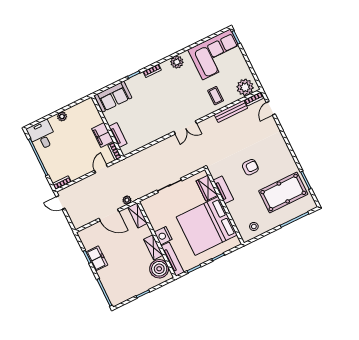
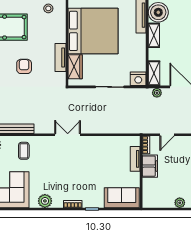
armchair: (250, 167) -> (24, 66), turned 90
nightstand: (163, 236) -> (138, 79), moved, turned 90

